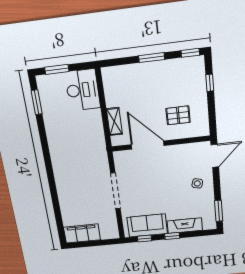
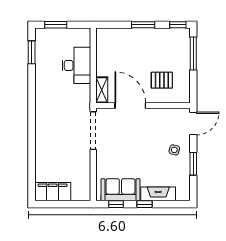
window: (210, 83) -> (193, 53), width x2.17
desk: (83, 90) -> (76, 65), moved
shelving: (114, 122) -> (102, 90), moved
doorway: (115, 191) -> (93, 131), moved
window: (219, 211) -> (193, 164), moved

